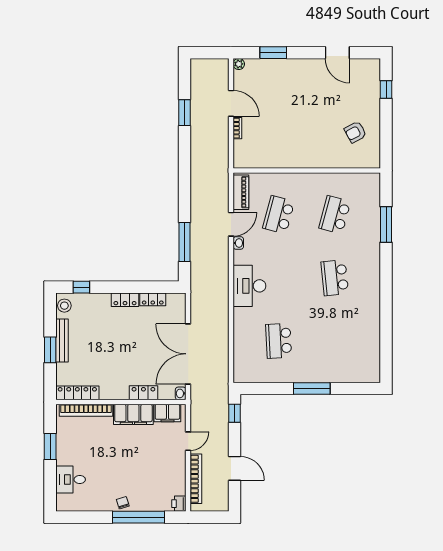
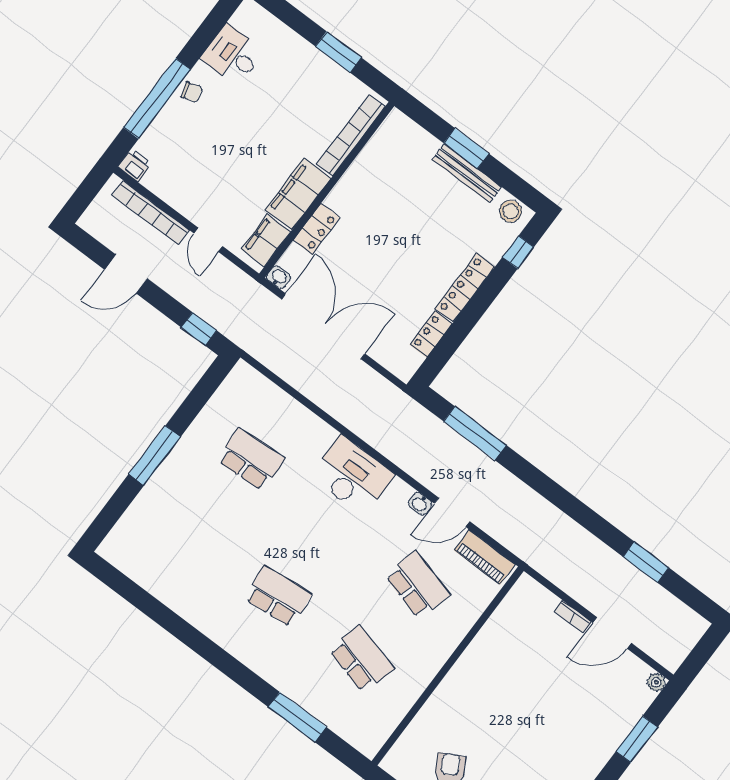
door: (231, 224) -> (452, 512), hinge flipped
locker: (125, 300) -> (465, 288), width x1.53
locker: (77, 393) -> (382, 141), removed
desk: (71, 480) -> (232, 55), moved, turned -90

